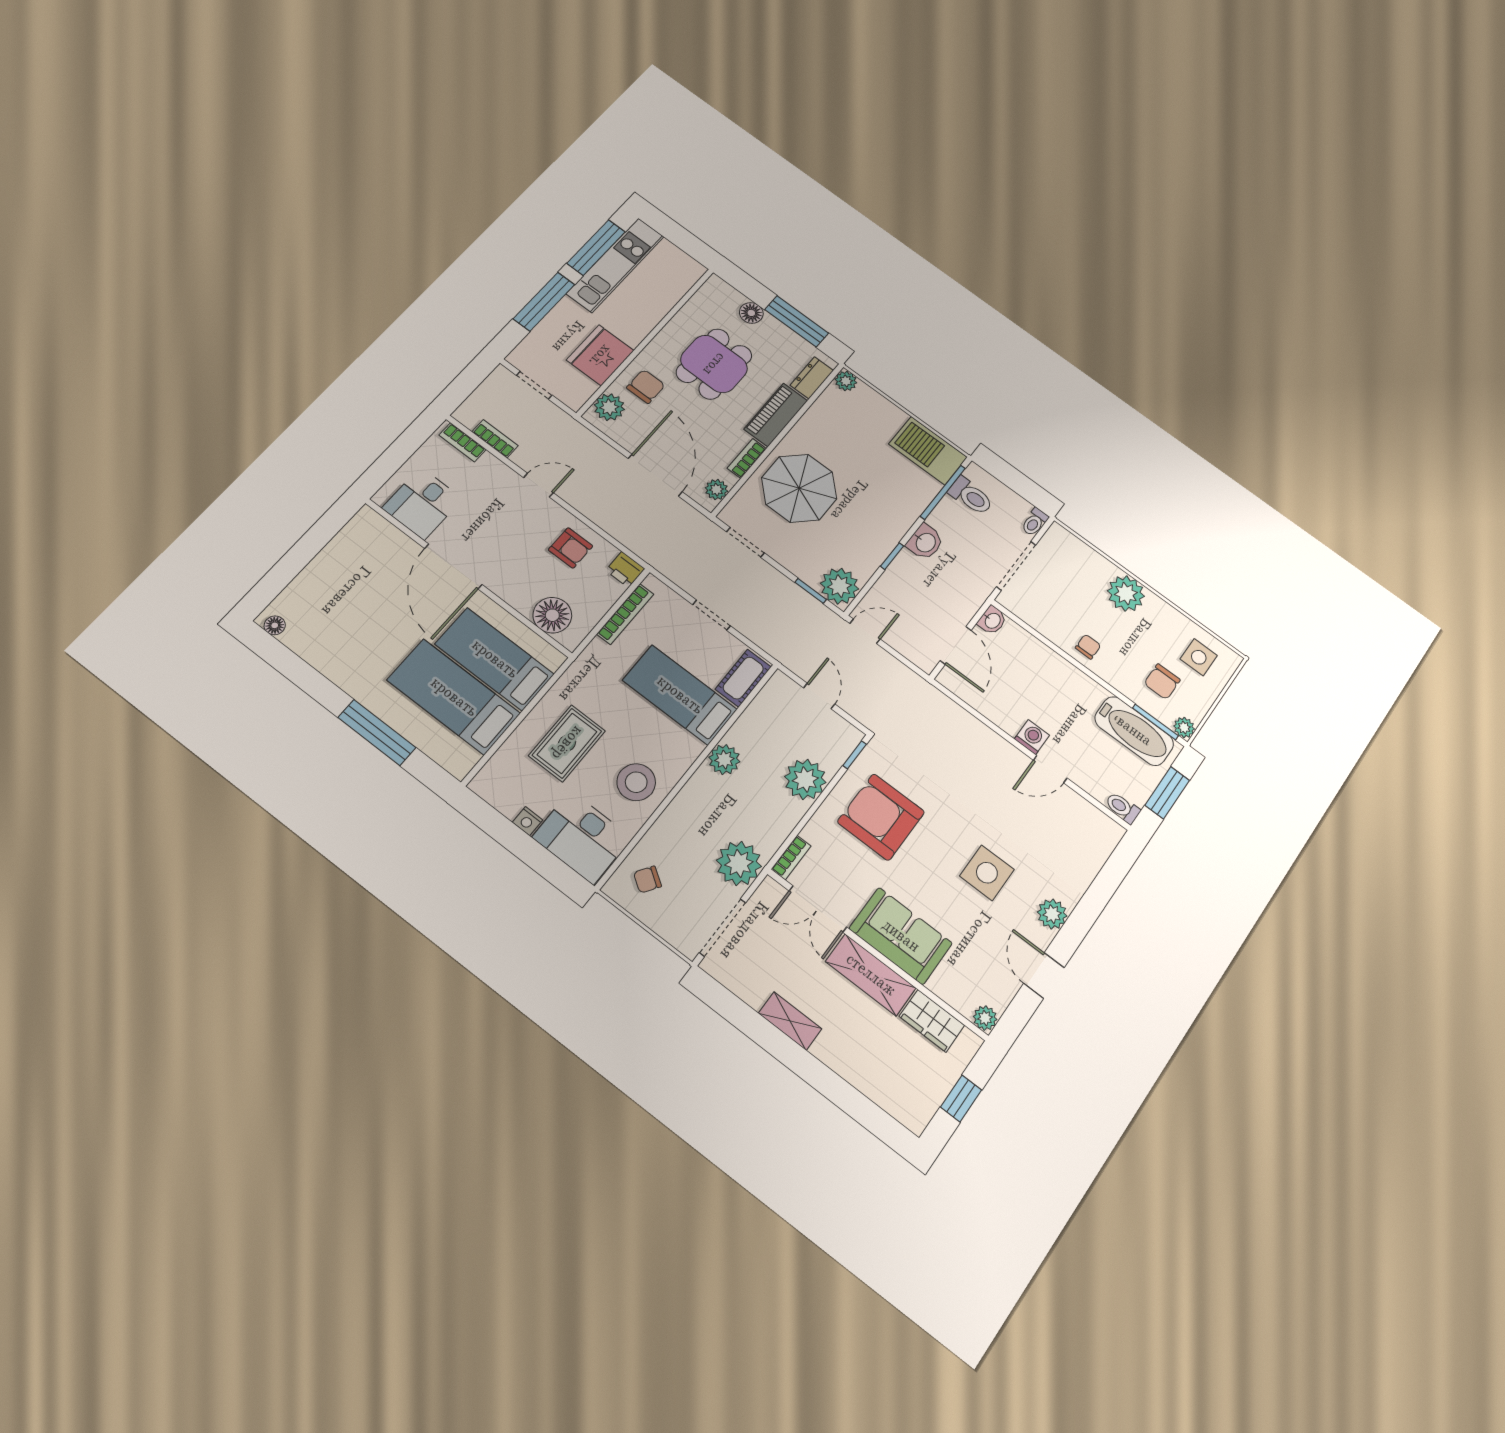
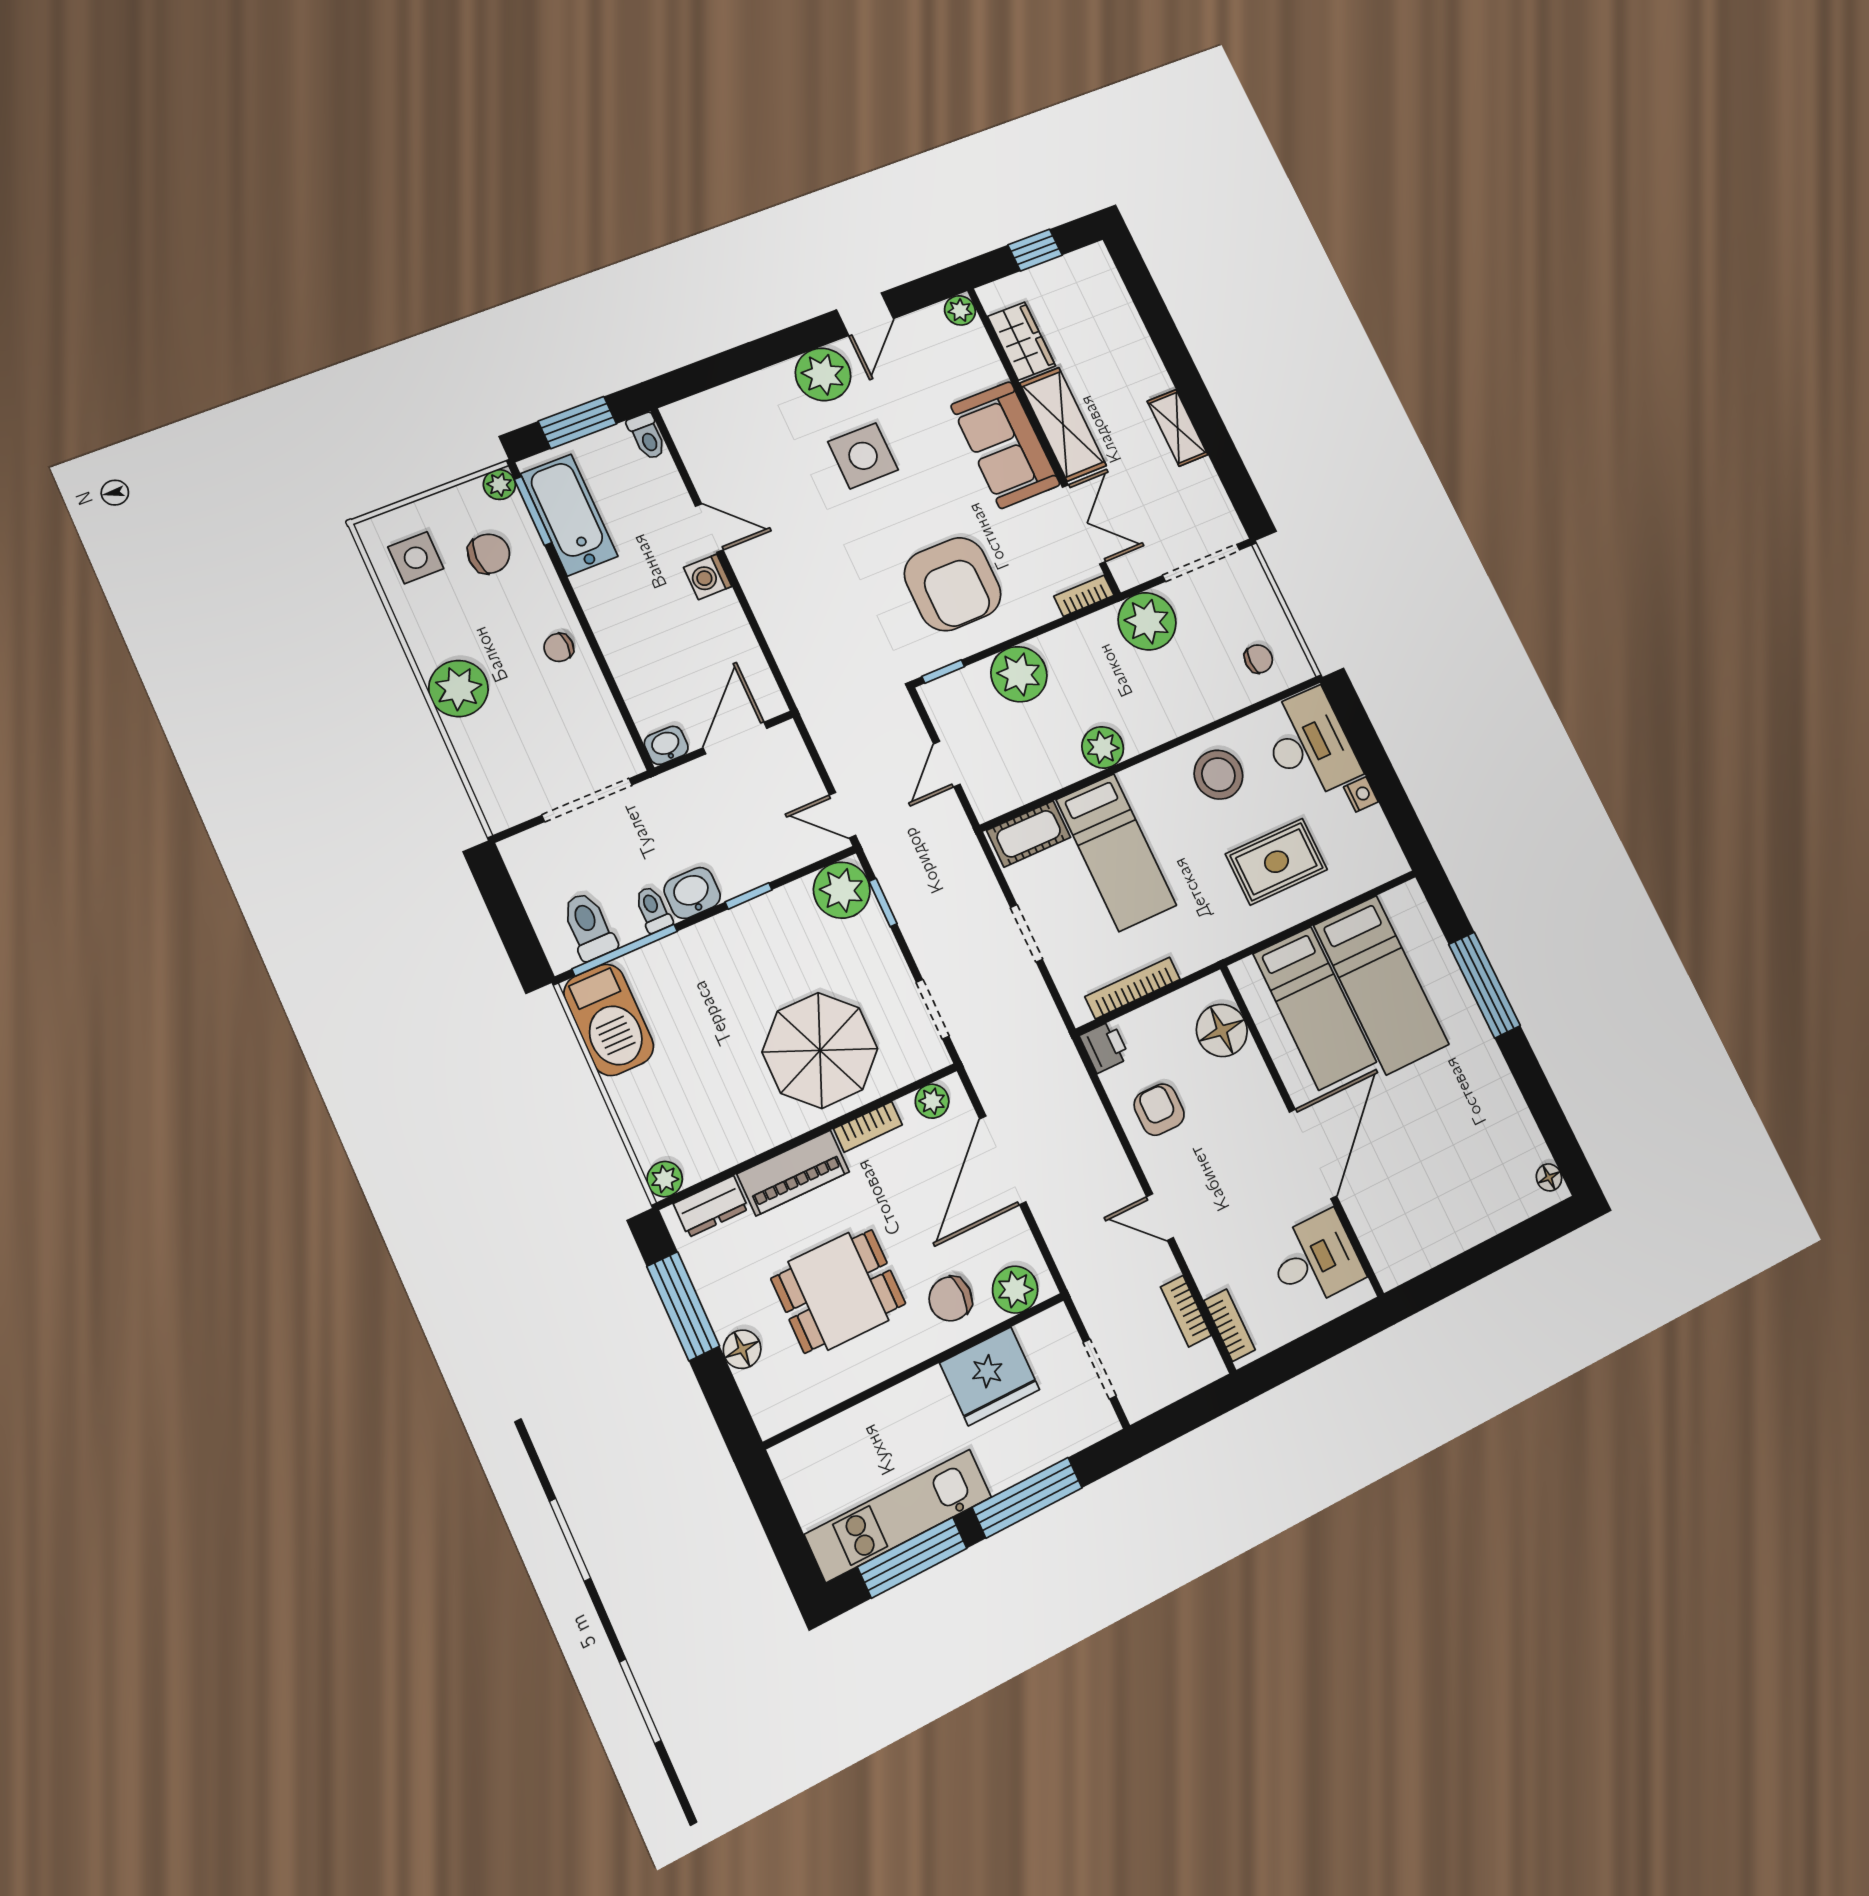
toilet: (1035, 522) -> (653, 909), moved, turned -90
chair: (647, 880) -> (1258, 659), turned -34
plant: (1052, 914) -> (823, 374), width x1.36, depth x1.36

